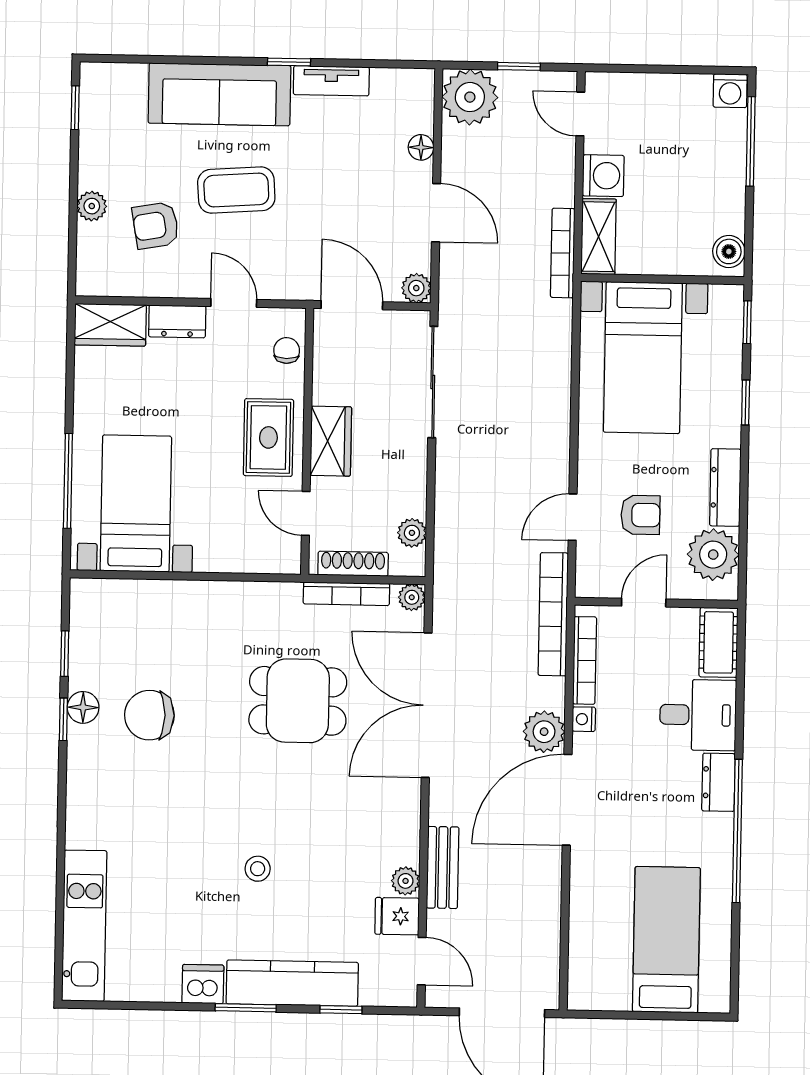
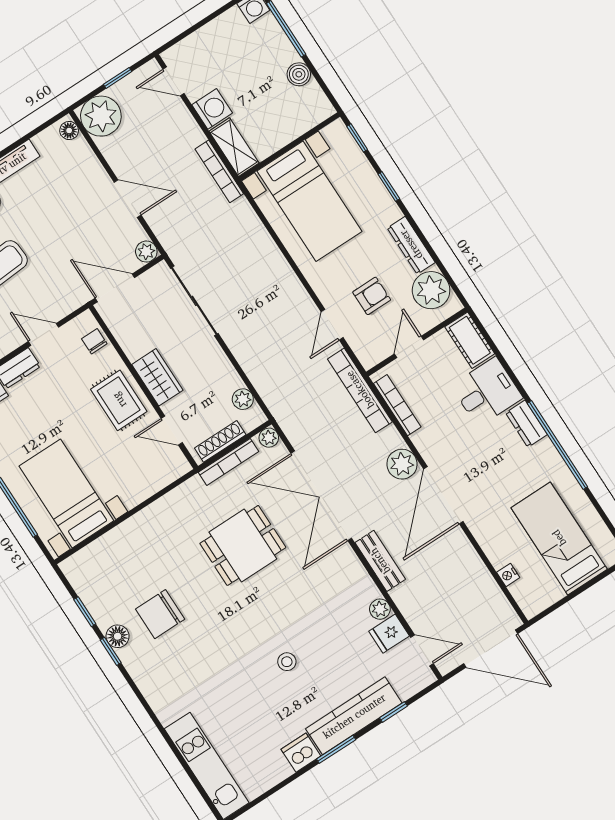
floor lamp: (421, 147) -> (69, 130), moved
boiler: (729, 251) -> (299, 74), moved
nightstand: (584, 719) -> (508, 575), moved
bench: (443, 867) -> (380, 561), moved

